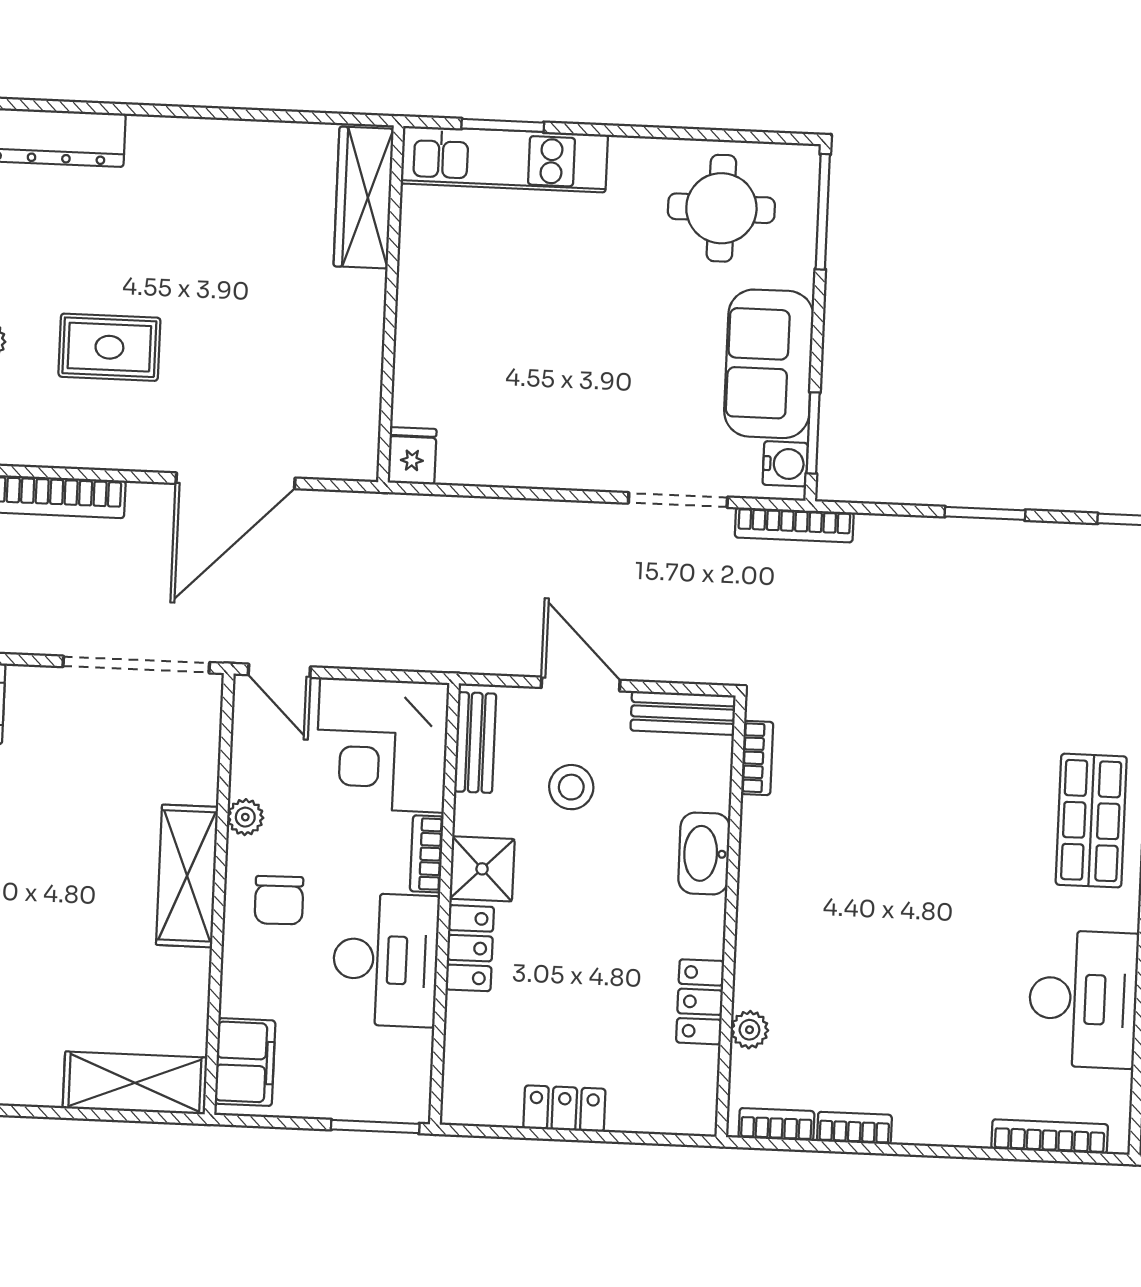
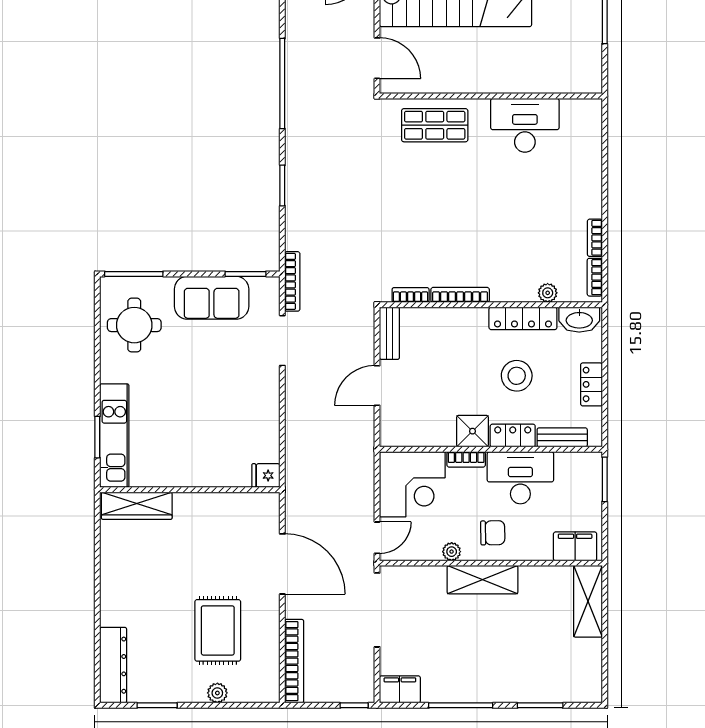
rug: (109, 347) -> (218, 630), width x1.36, depth x1.43
water cooler: (785, 464) -> (262, 287), removed
bench: (475, 743) -> (562, 437), moved
stool: (571, 787) -> (517, 376), moved, width x1.38, depth x1.38
washbasin: (704, 853) -> (579, 320), moved
locker: (700, 1002) -> (523, 318), width x1.53
bookcase: (1050, 1136) -> (460, 295), moved, turned 90

